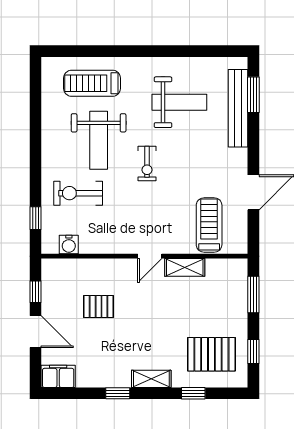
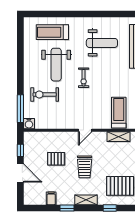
window: (36, 218) -> (20, 109), width x2.17
water cooler: (69, 244) -> (29, 124), moved
shelving: (185, 267) -> (118, 137), moved
trolley: (149, 321) -> (85, 167), added
filing cabinet: (58, 376) -> (51, 198), moved, width x0.50

